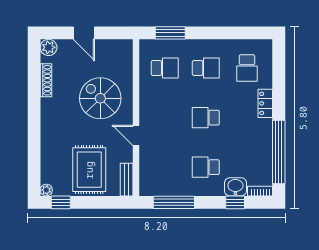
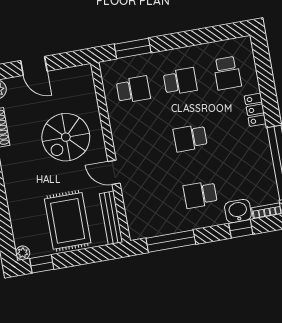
spiral stairs: (100, 98) -> (66, 137), turned -90
bench: (127, 180) -> (111, 218), width x1.36

